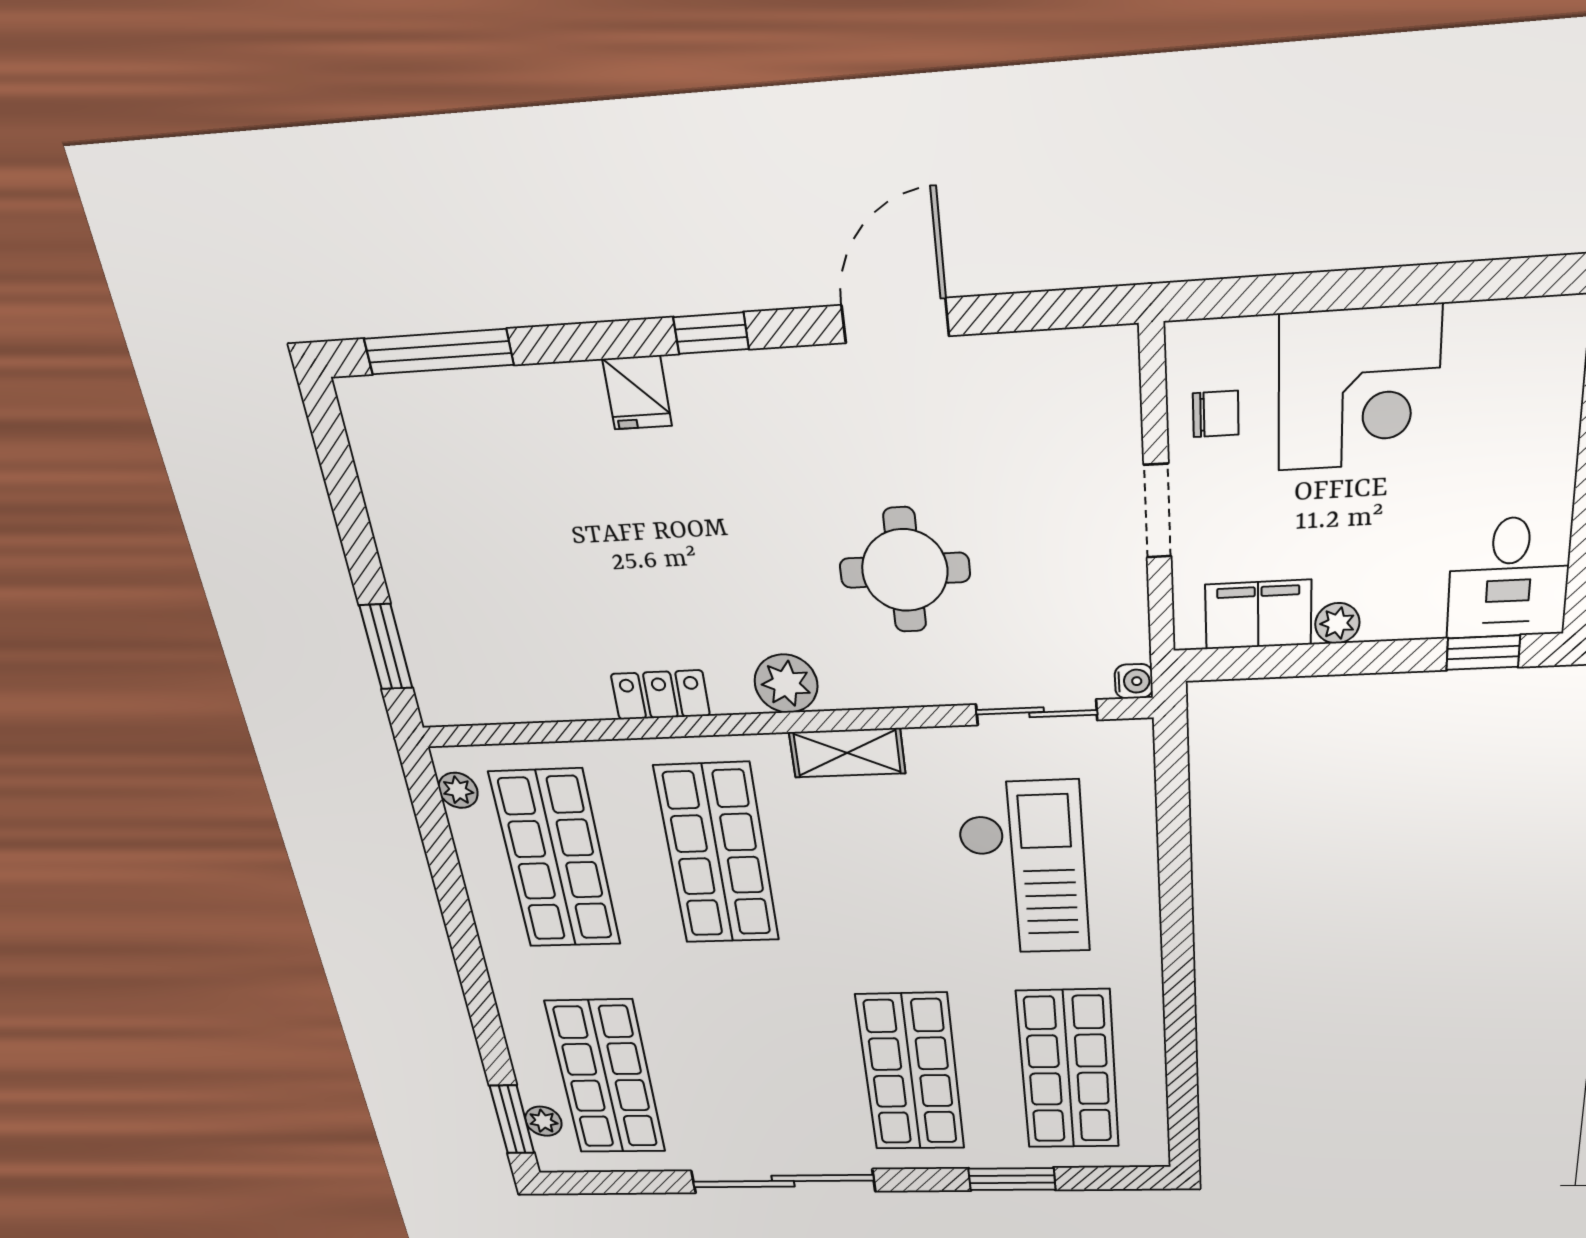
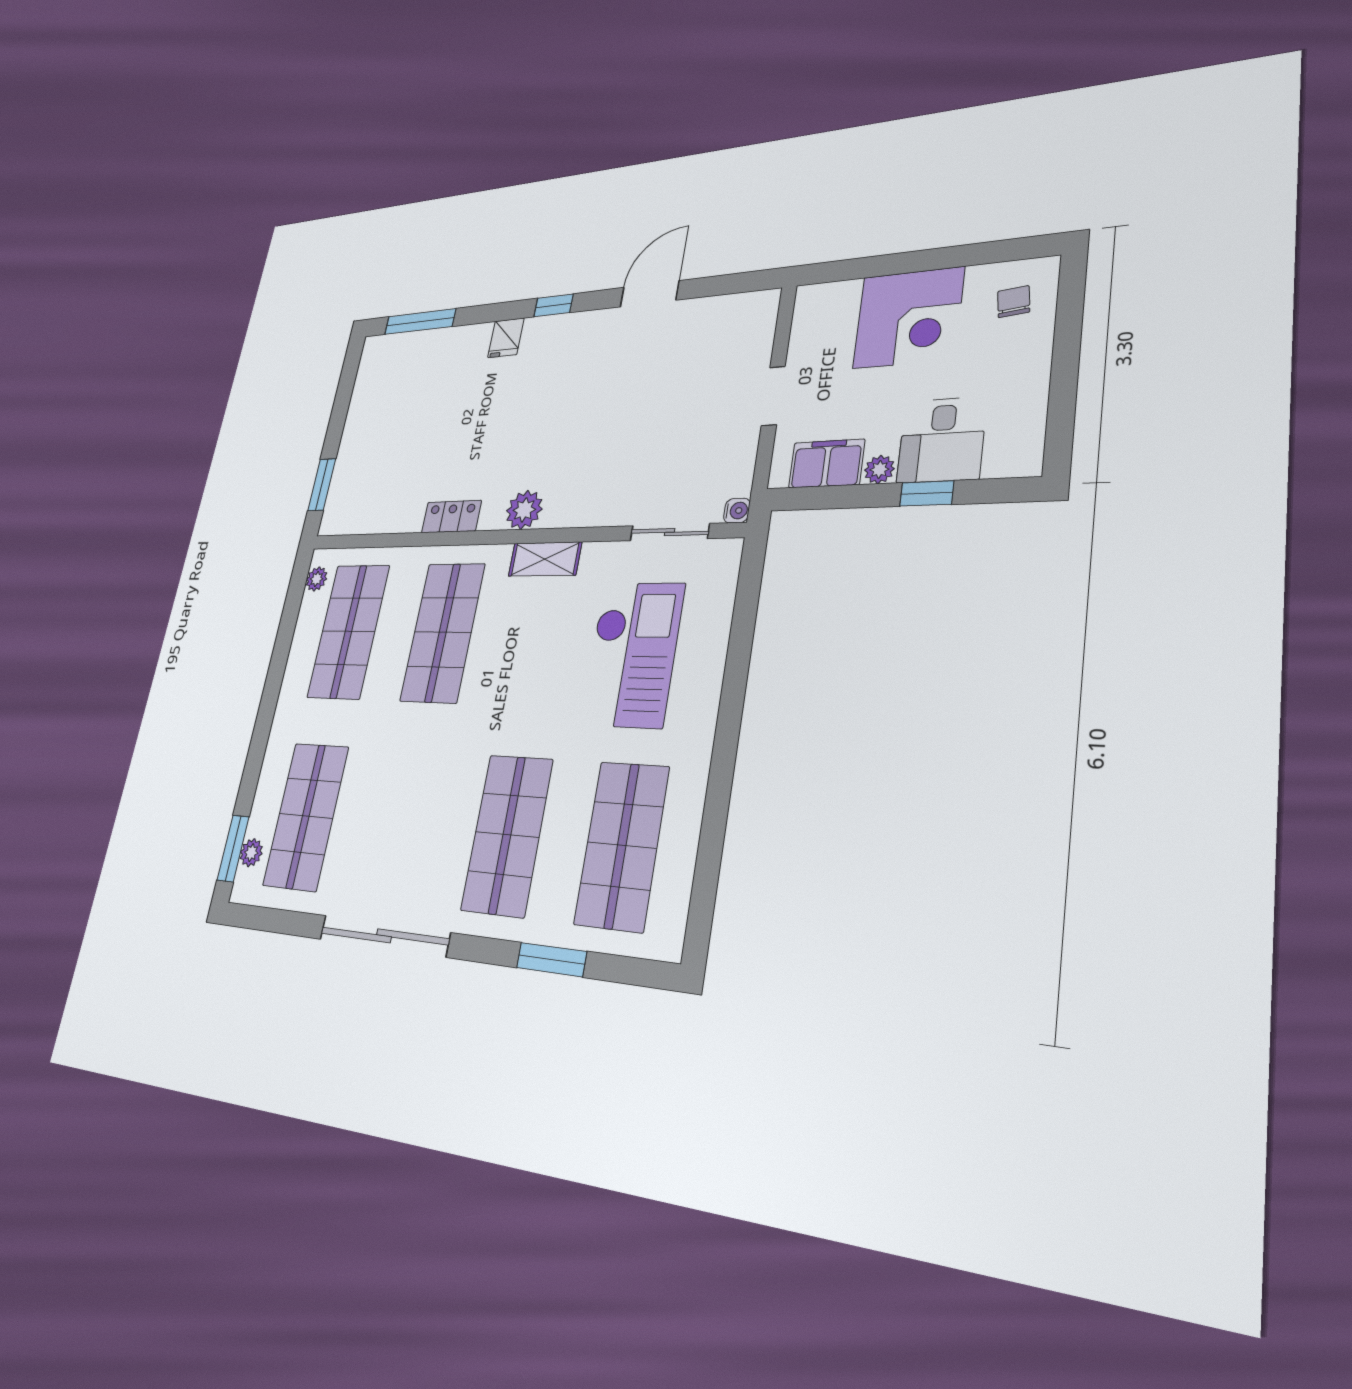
chair: (1216, 414) -> (1014, 302), moved, turned -96
round table: (905, 570) -> (615, 436), removed
desk: (1509, 578) -> (942, 440), moved
window: (1483, 653) -> (927, 493), moved

